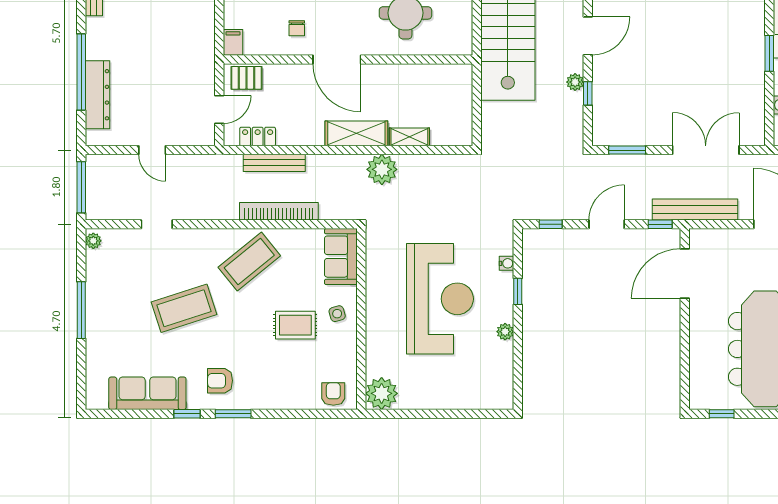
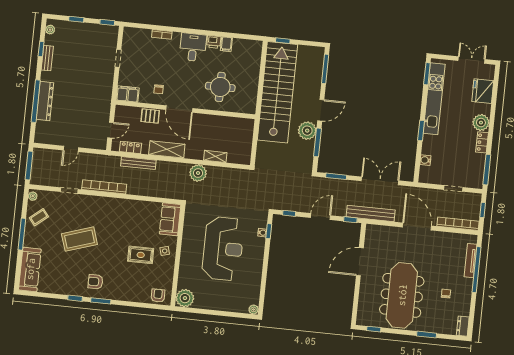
filing cabinet: (233, 42) -> (128, 94), width x2.00
pallet: (247, 78) -> (150, 116), moved
plant: (575, 82) -> (307, 131), width x1.87, depth x1.87
window: (588, 93) -> (317, 142), width x2.17
dresser: (97, 95) -> (45, 101), moved
shelving: (356, 133) -> (167, 149), moved
door: (152, 150) -> (71, 149), hinge flipped
bookcase: (279, 211) -> (104, 187), moved
coffee table: (249, 261) -> (39, 217), moved, width x0.54, depth x0.58
door: (685, 274) -> (360, 262), moved
window: (518, 291) -> (269, 231), moved
plant: (505, 332) -> (254, 309), moved
sofa: (147, 393) -> (30, 269), moved, turned 90

